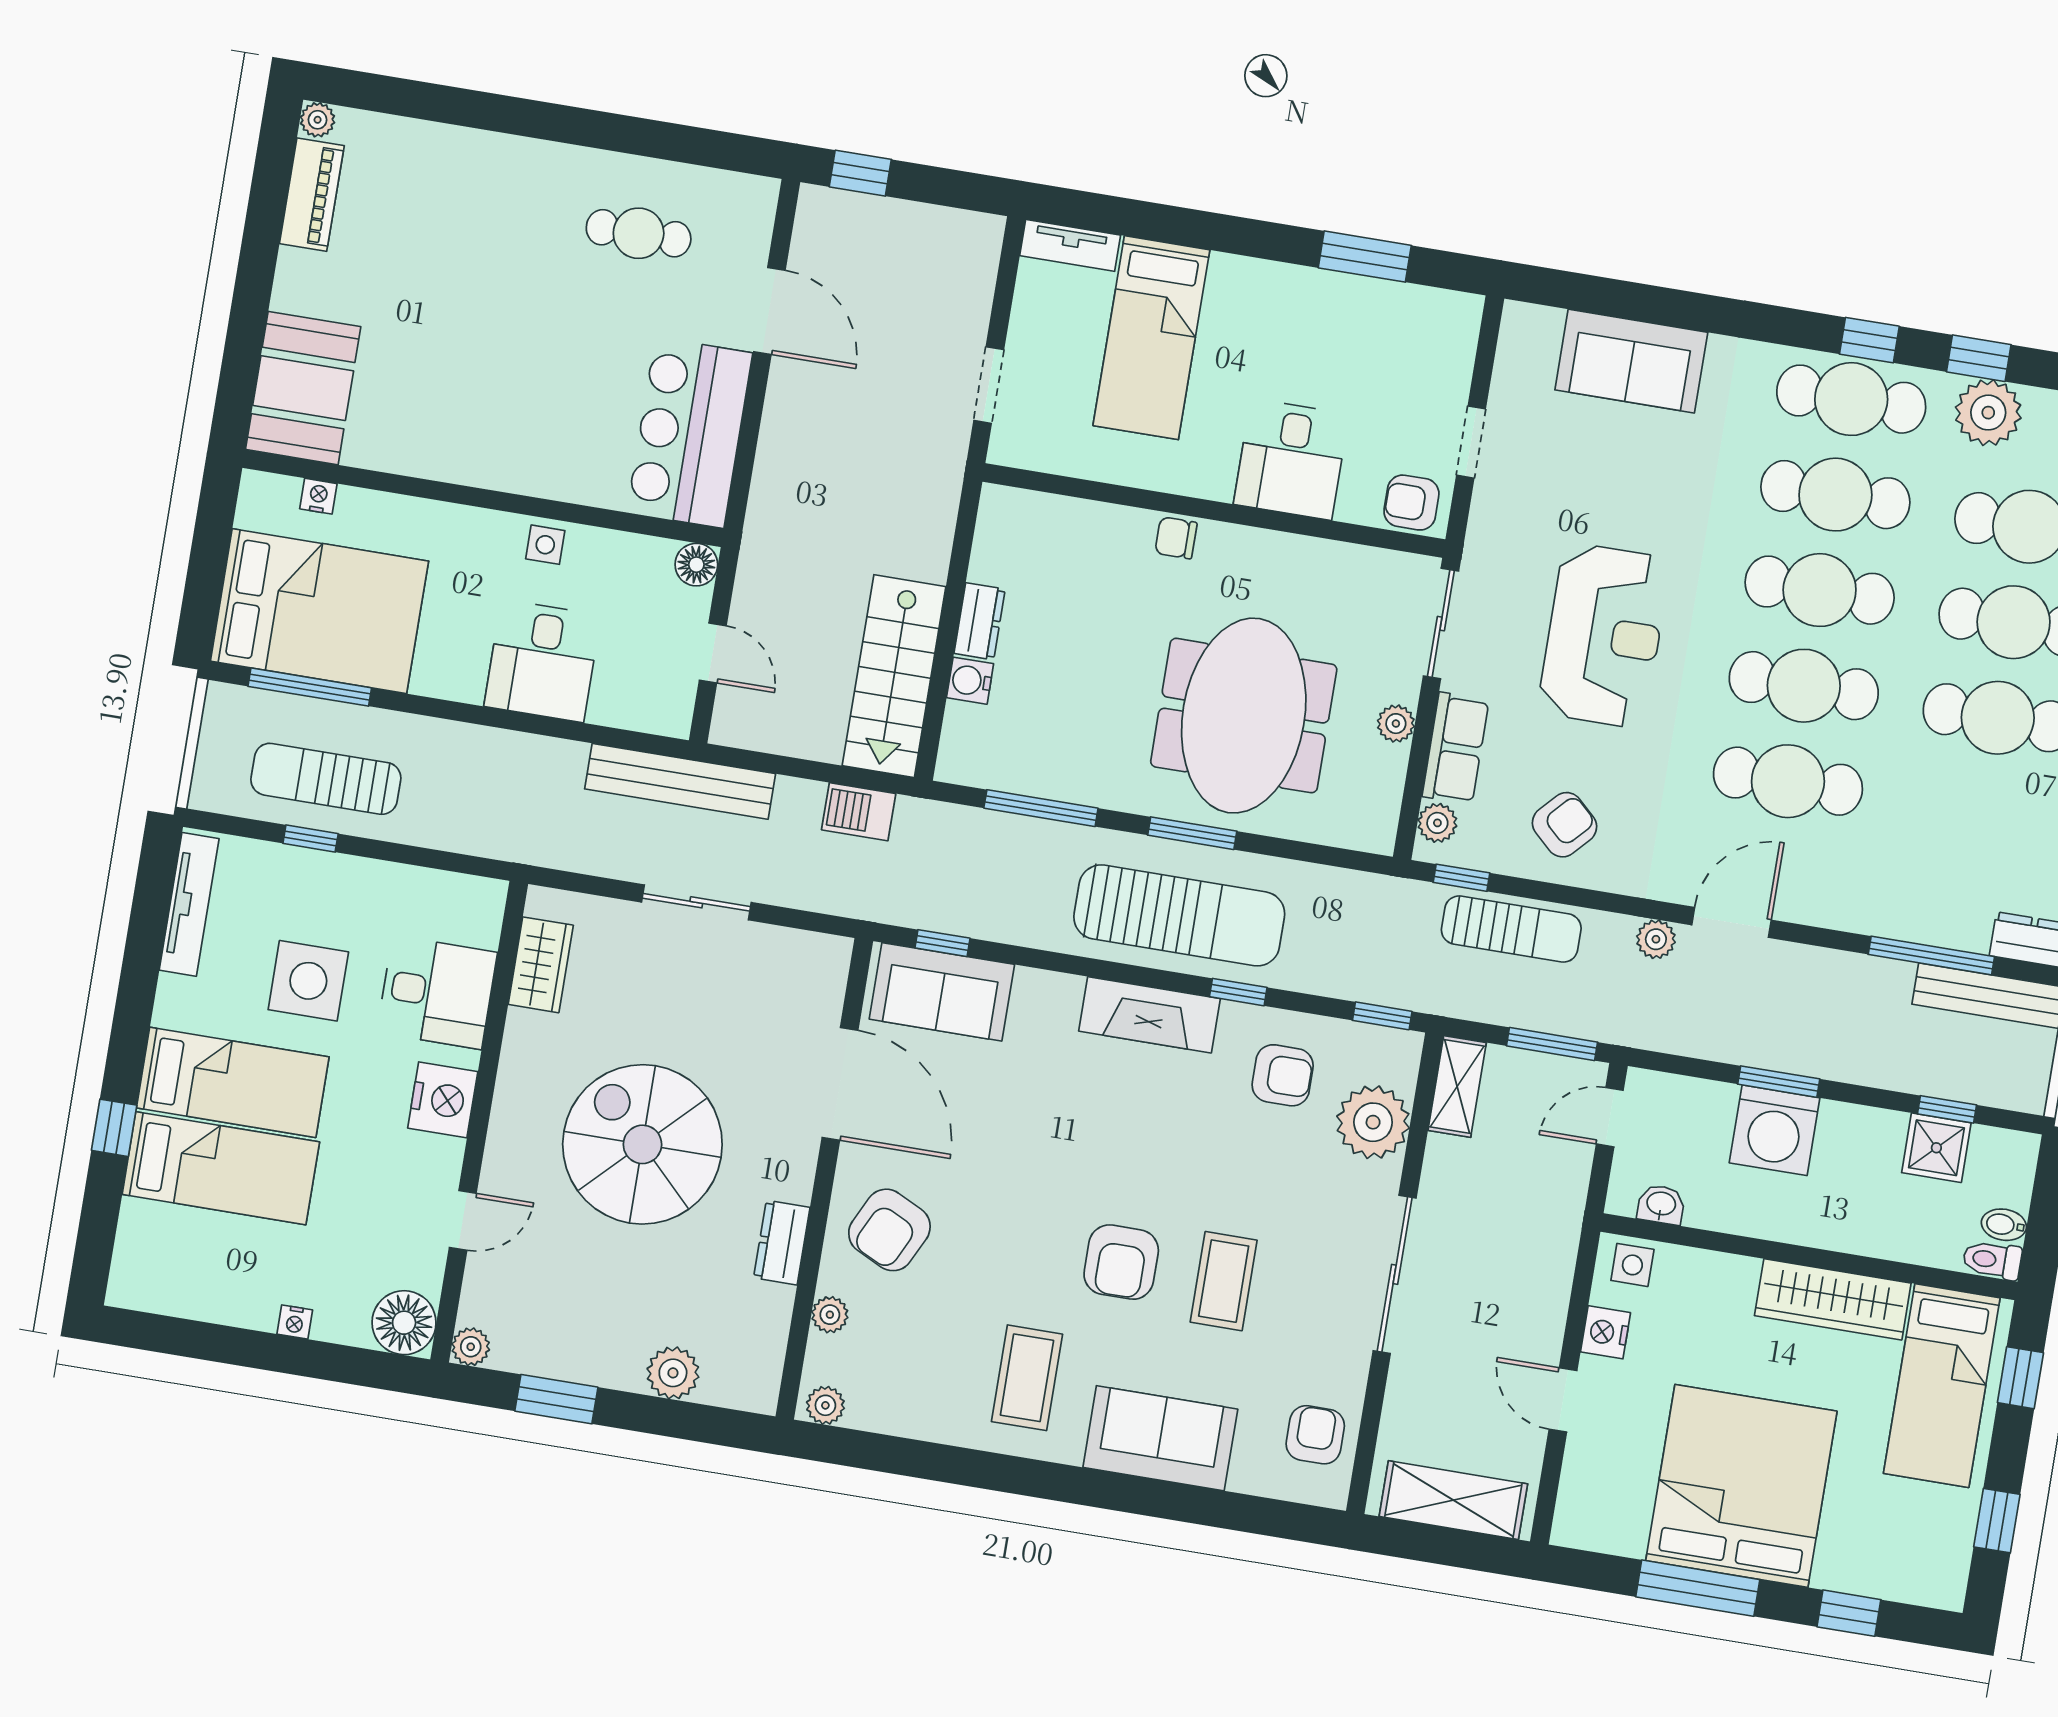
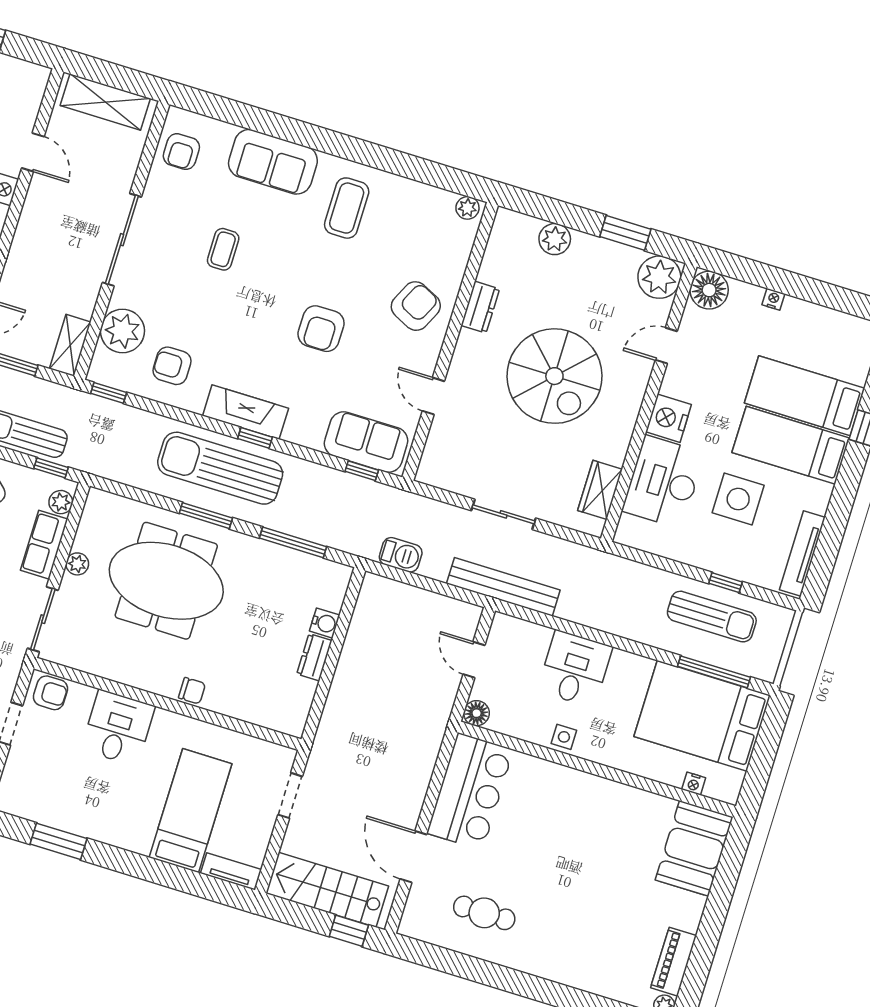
stairs: (894, 676) -> (327, 890), moved, turned -90
meeting table: (1244, 716) -> (166, 581), turned 90
desk: (437, 992) -> (663, 482), width x1.37
window: (1238, 992) -> (255, 438), moved
door: (840, 1084) -> (433, 396), width x0.53
armchair: (1121, 1262) -> (321, 329), moved, turned 180
coffee table: (1224, 1281) -> (223, 249), width x0.73, depth x0.77
plant: (830, 1315) -> (458, 261), removed
plant: (471, 1347) -> (659, 277), width x1.88, depth x1.88

